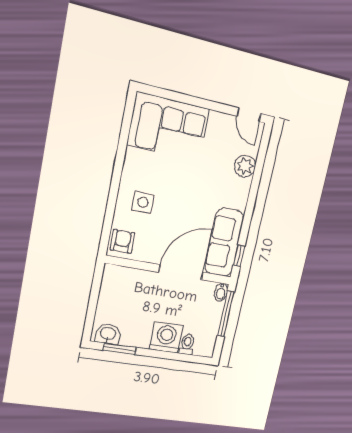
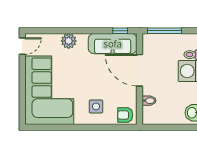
corner sofa: (168, 127) -> (49, 90), width x1.36, depth x1.36
plant: (245, 166) -> (69, 41), moved
bidet: (221, 292) -> (149, 101), moved

